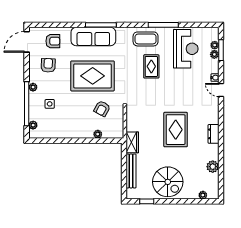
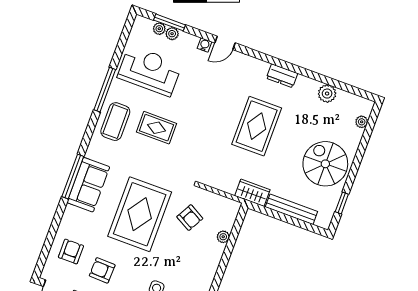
sofa: (93, 36) -> (88, 185), width x0.73
rug: (176, 130) -> (257, 126), turned 90
spiral stairs: (168, 182) -> (325, 164), turned -90

